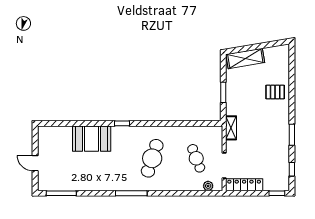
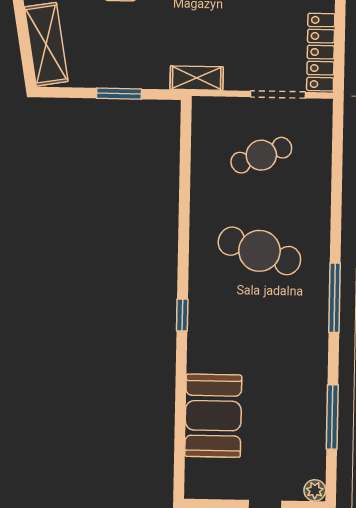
booth: (92, 139) -> (213, 416), moved
plant: (208, 186) -> (315, 490), moved
window: (61, 193) -> (332, 417), moved

